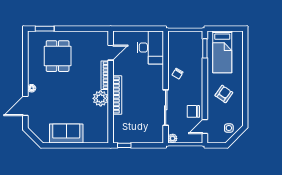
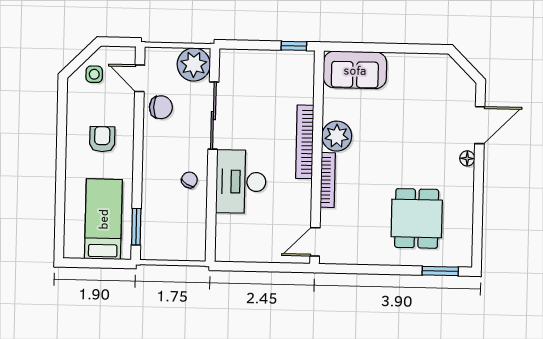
desk: (150, 47) -> (241, 182), moved
door: (111, 53) -> (315, 242), moved
armchair: (224, 94) -> (102, 139), turned 145
door: (205, 126) -> (140, 78), swing flipped
sofa: (66, 133) -> (355, 70), moved
plant: (173, 138) -> (194, 64), width x1.87, depth x1.87

